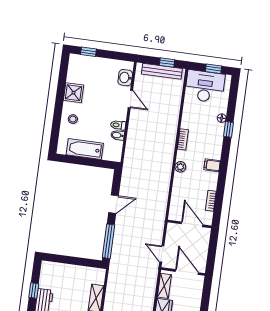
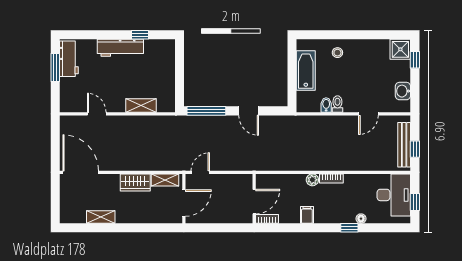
washbasin: (125, 78) -> (403, 91), moved, turned -90
shower: (74, 93) -> (400, 49), moved
plant: (180, 167) -> (312, 180), moved
wall: (189, 224) -> (254, 199), moved
door: (192, 224) -> (254, 202), moved

